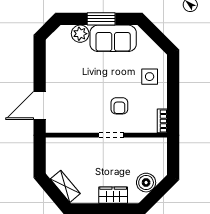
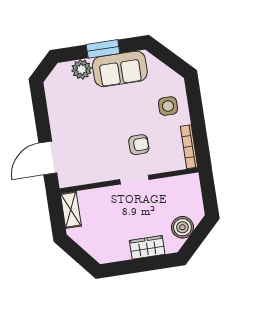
armchair: (119, 106) -> (139, 145), turned -91
bookcase: (162, 121) -> (189, 147), width x1.56
shelving: (65, 186) -> (71, 210), moved, turned 40

